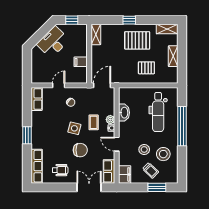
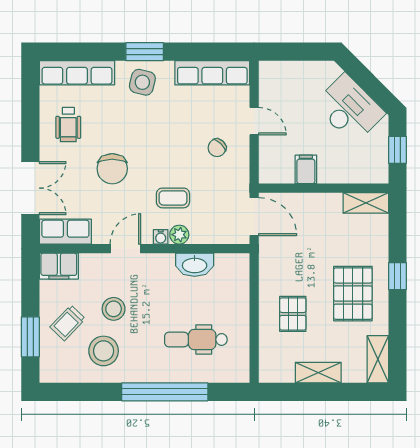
row of seats: (37, 99) -> (212, 73), width x1.48
dental chair: (158, 112) -> (196, 339), width x0.73, depth x0.72
side table: (74, 128) -> (142, 82), moved

